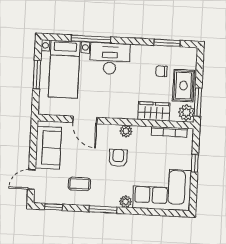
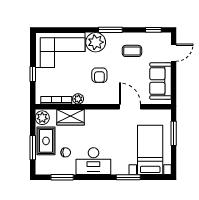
window: (91, 39) -> (128, 177), width x0.69
desk: (110, 59) -> (93, 161), moved
window: (37, 75) -> (174, 133), moved
window: (198, 102) -> (33, 148), moved
plant: (126, 131) -> (78, 99), moved
plant: (126, 202) -> (96, 42), width x1.87, depth x1.87

